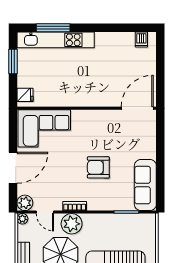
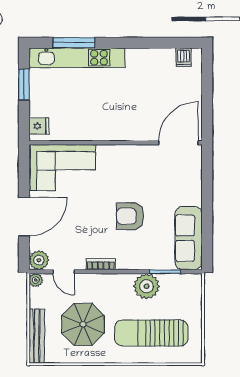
plant: (72, 224) -> (147, 286), moved

